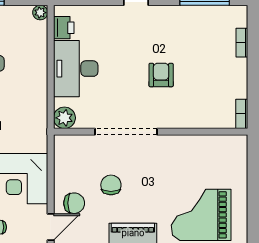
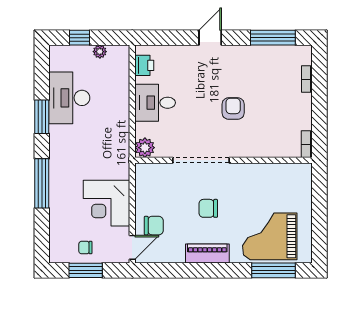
plant: (40, 13) -> (100, 52), moved
desk: (76, 69) -> (155, 103), width x0.73
chair: (111, 185) -> (208, 208), moved, turned -90

